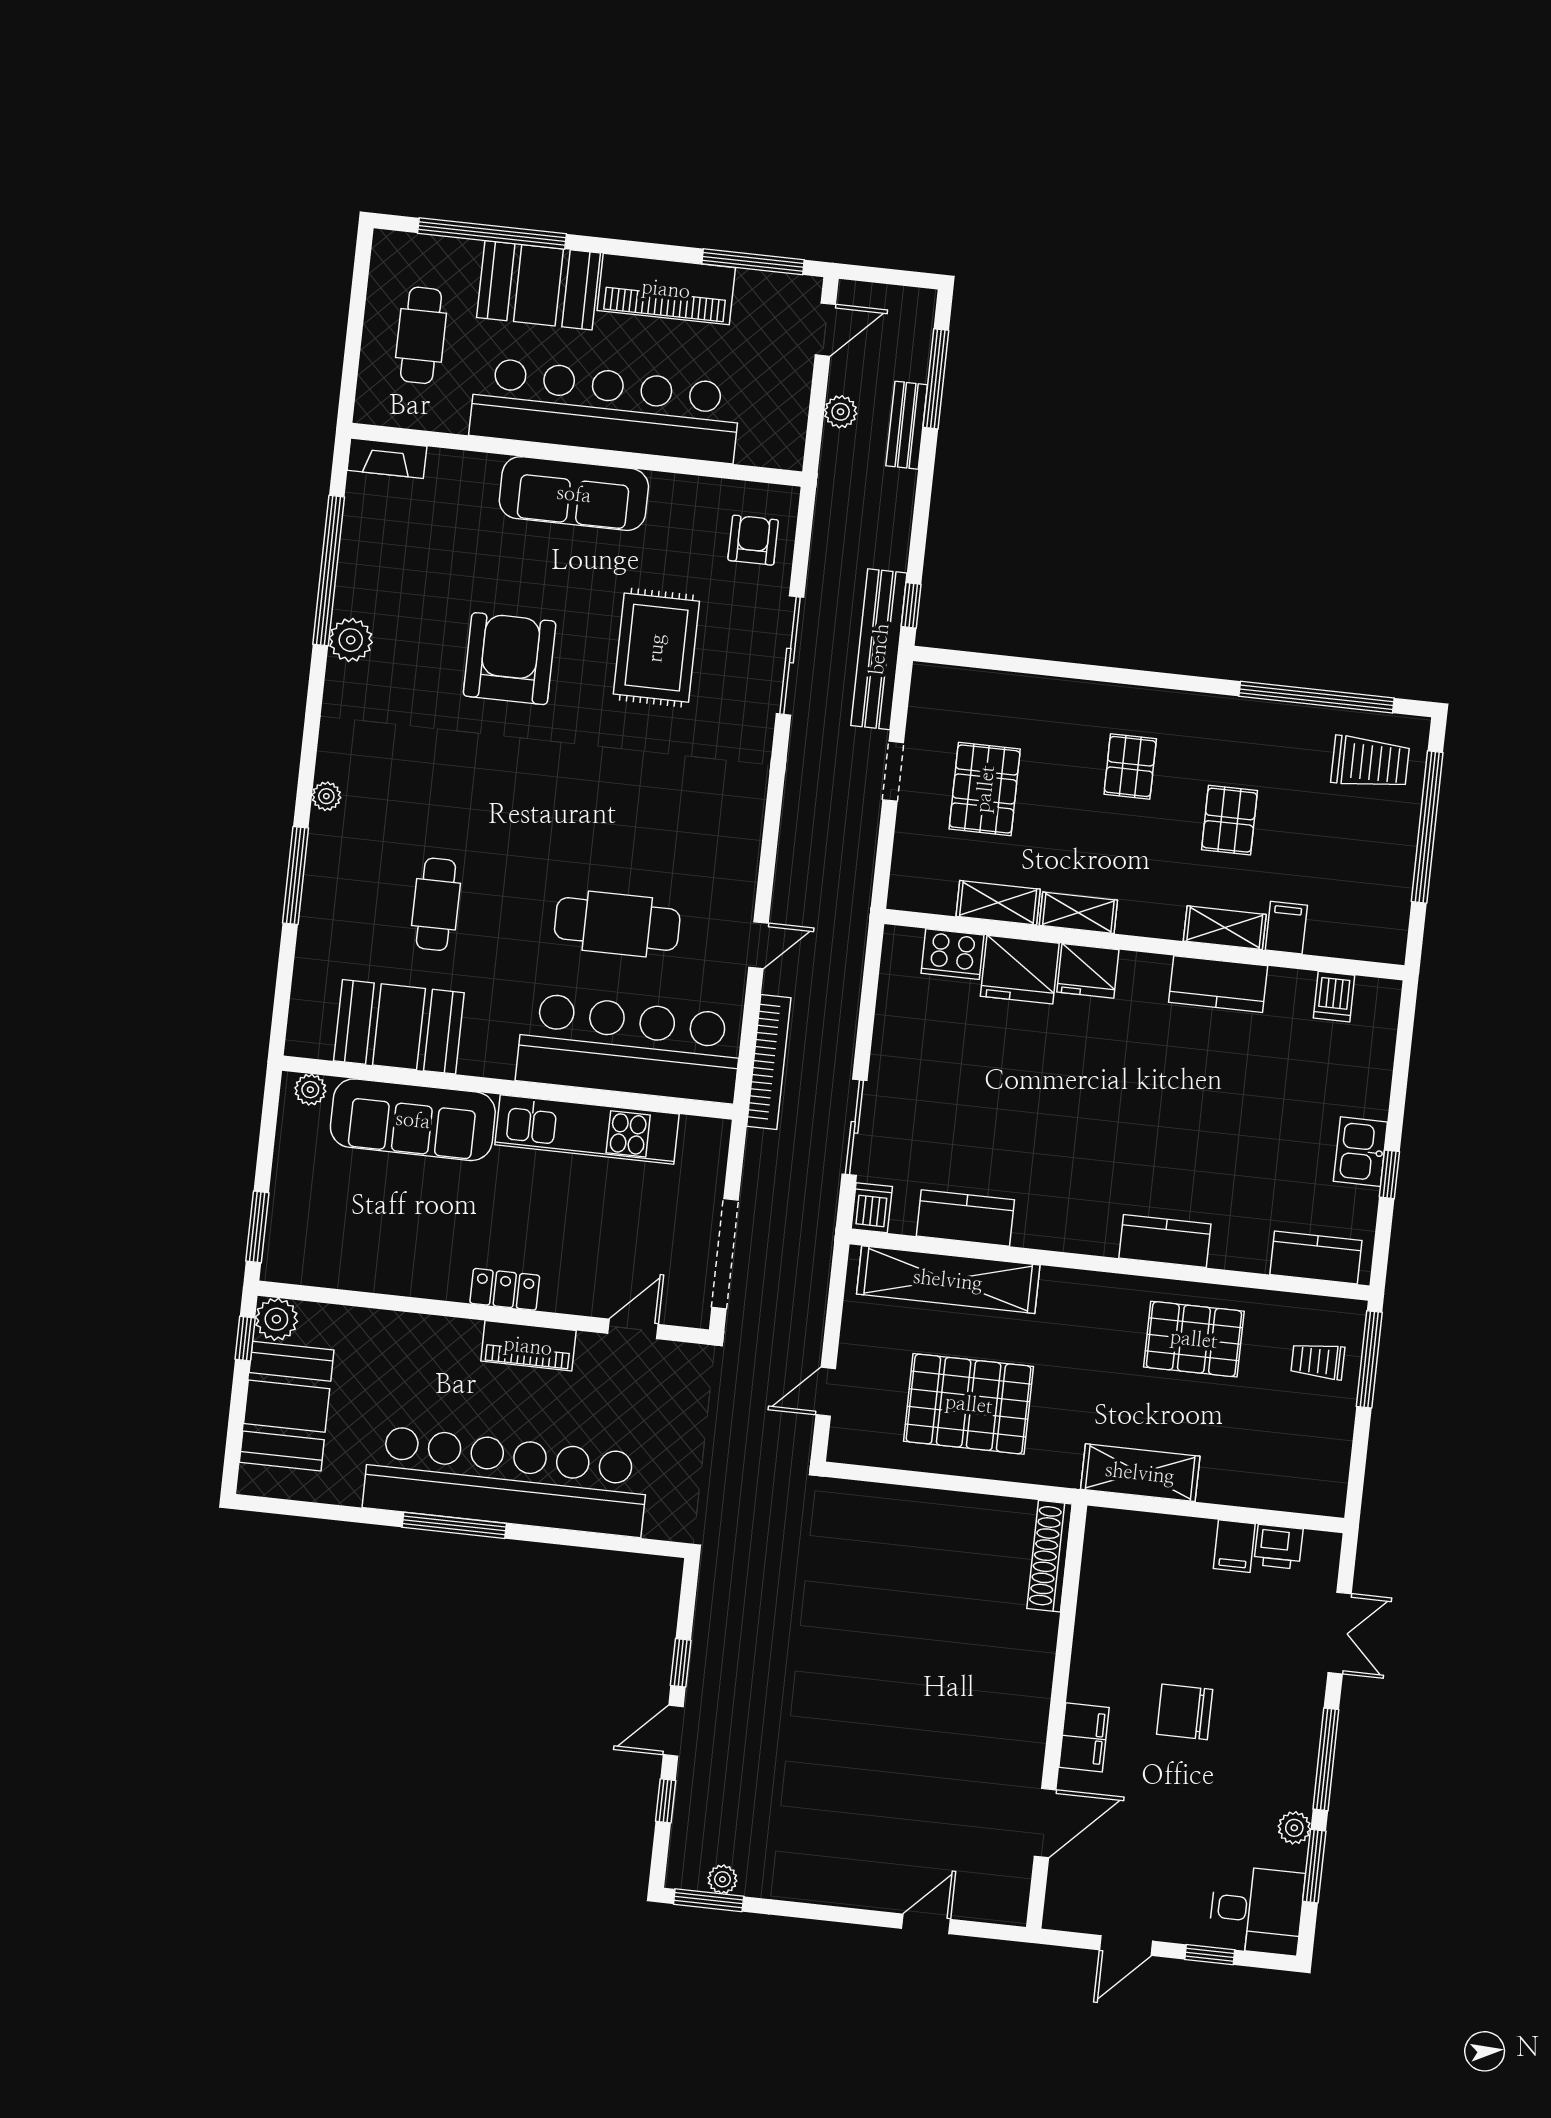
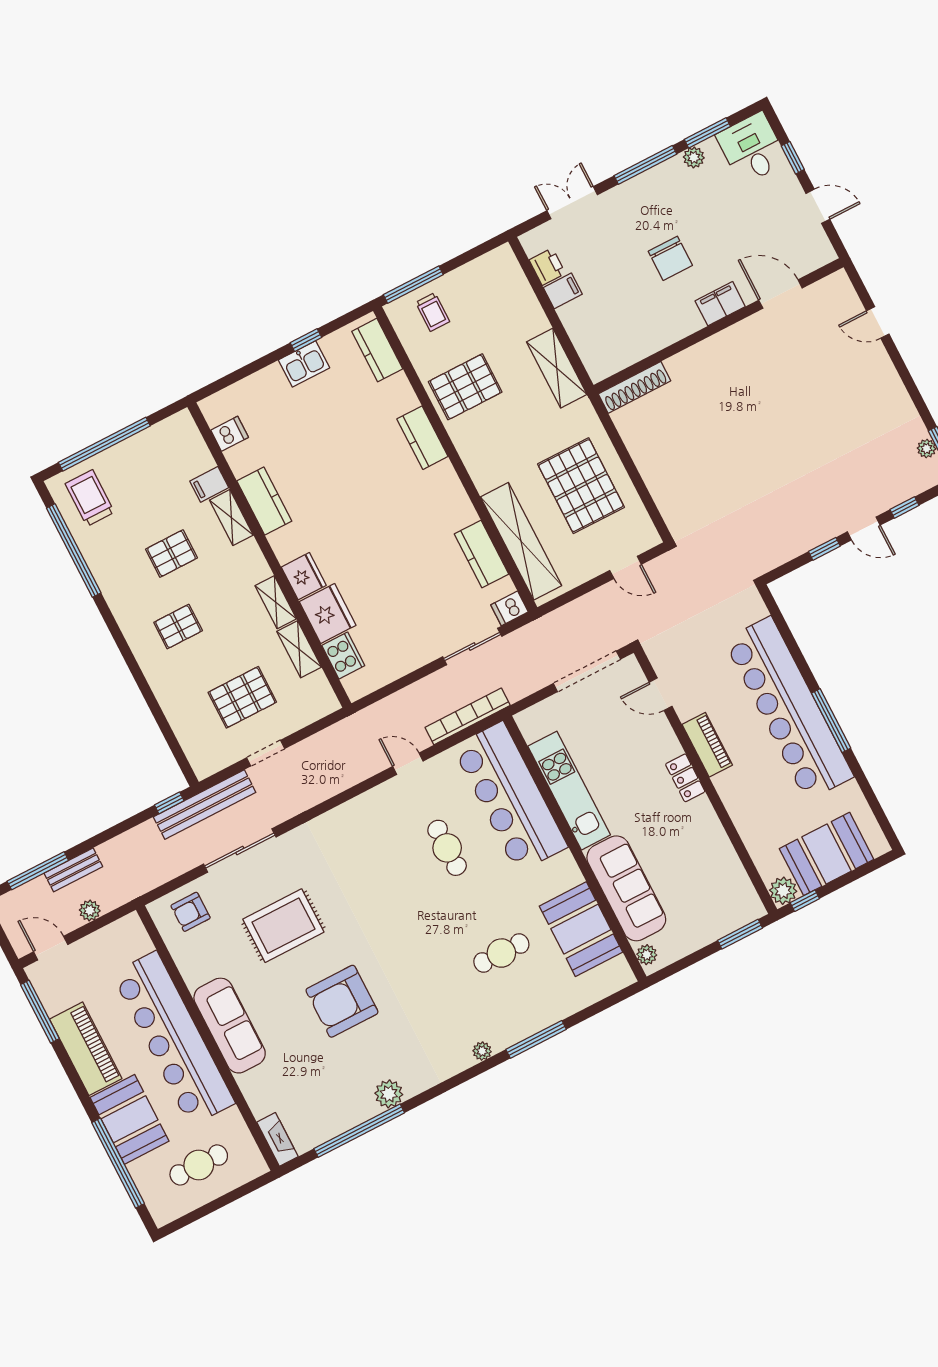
cafe table: (617, 924) -> (447, 848), width x0.73, depth x0.74
pallet: (1194, 1339) -> (465, 387), turned 90

